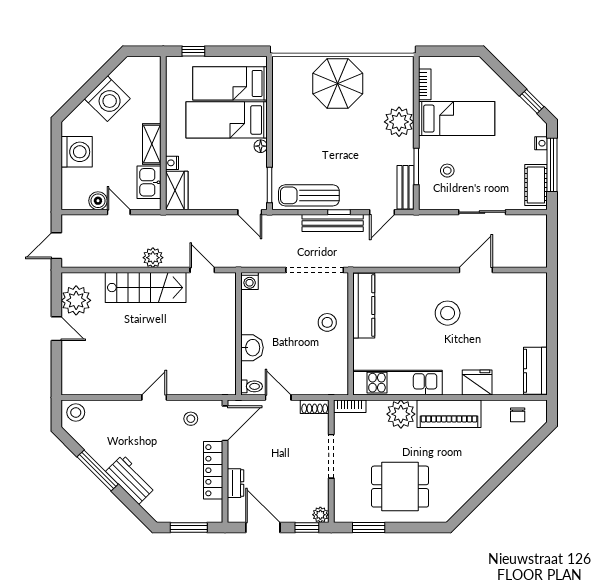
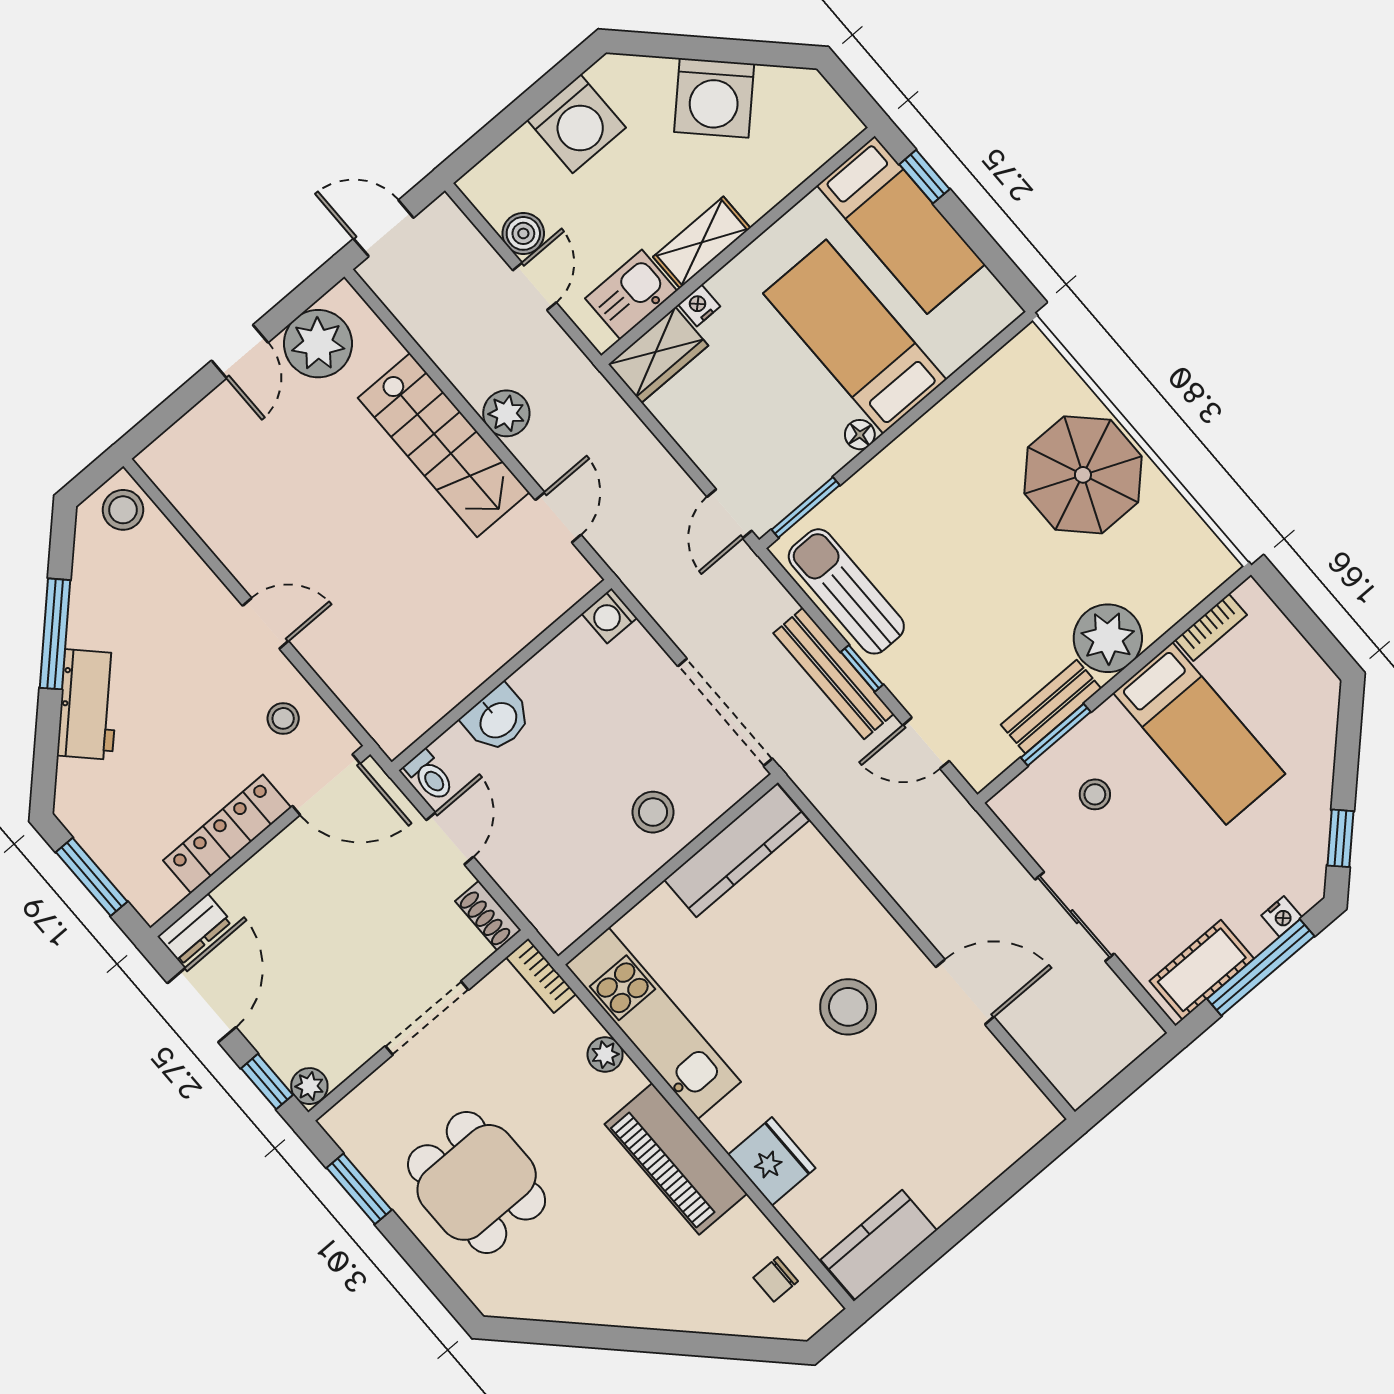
bed: (230, 83) -> (901, 225), moved, turned 180
bench: (406, 187) -> (1051, 707), moved
plant: (401, 414) -> (605, 1055), width x0.53, depth x0.53
dresser: (236, 483) -> (195, 929), moved

